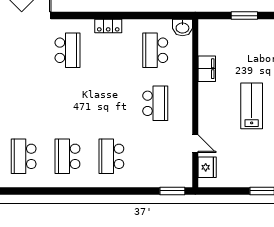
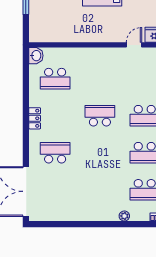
filing cabinet: (207, 69) -> (71, 35), removed
school desk: (155, 103) -> (100, 116), moved

